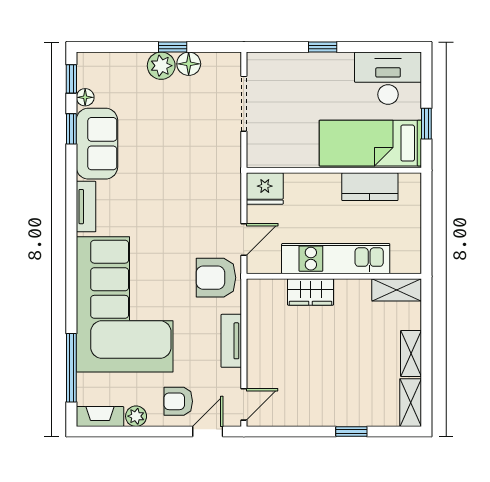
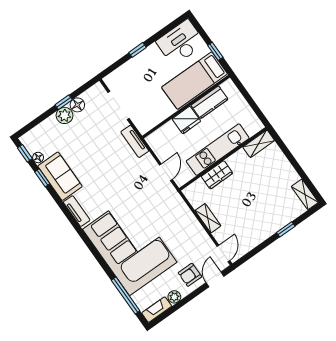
fridge: (265, 189) -> (186, 120), moved
armchair: (216, 278) -> (165, 201), removed
tv unit: (231, 341) -> (135, 141), moved
shelving: (411, 353) -> (208, 218), moved

